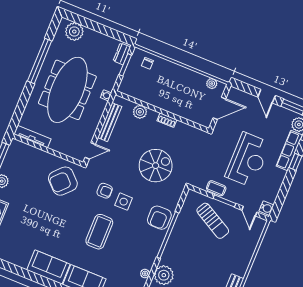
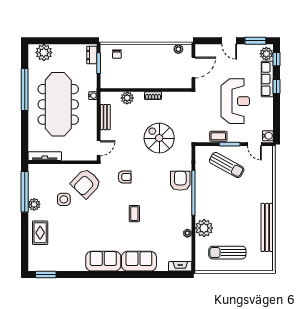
bench: (110, 122) -> (105, 117), width x0.73
spiral stairs: (156, 166) -> (159, 138), turned -90
side table: (124, 202) -> (64, 199), moved
armchair: (159, 218) -> (180, 181), turned 180
coffee table: (99, 232) -> (134, 214), width x0.54, depth x0.58

